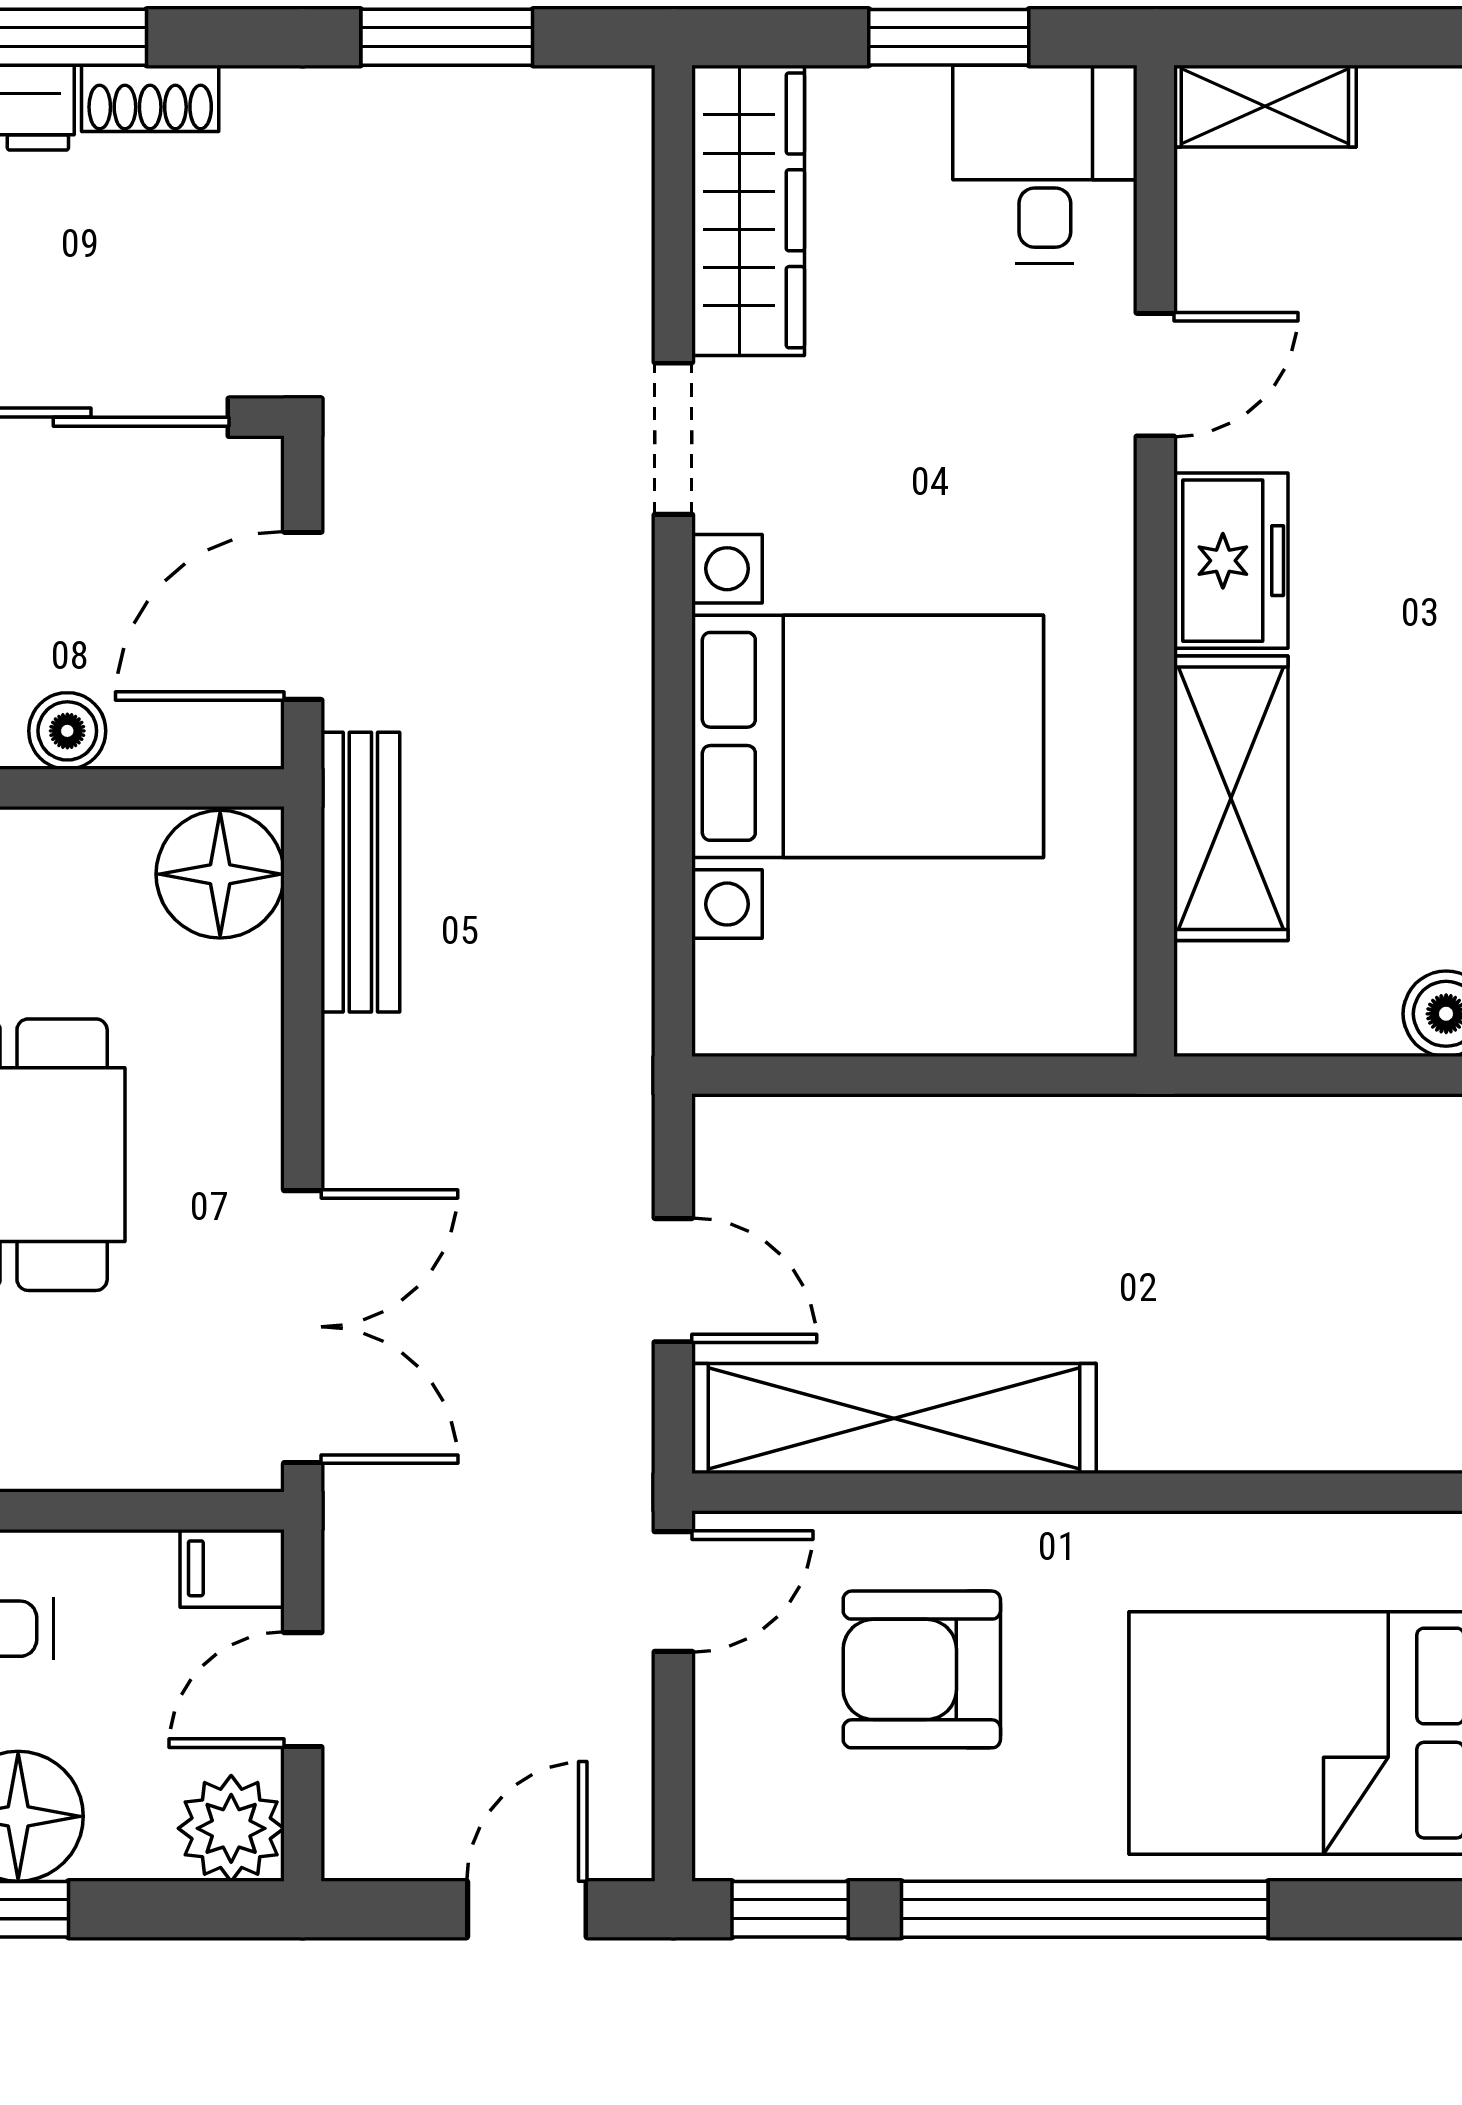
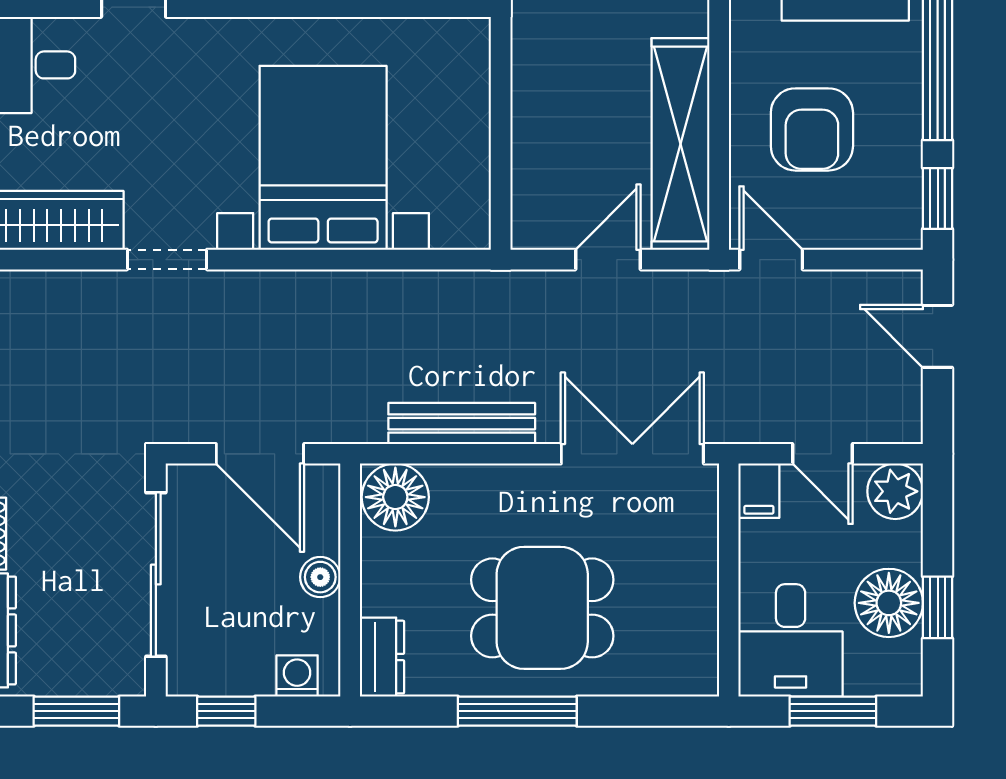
bench: (360, 872) -> (462, 424), moved

